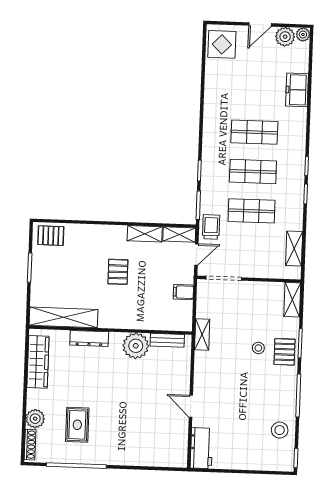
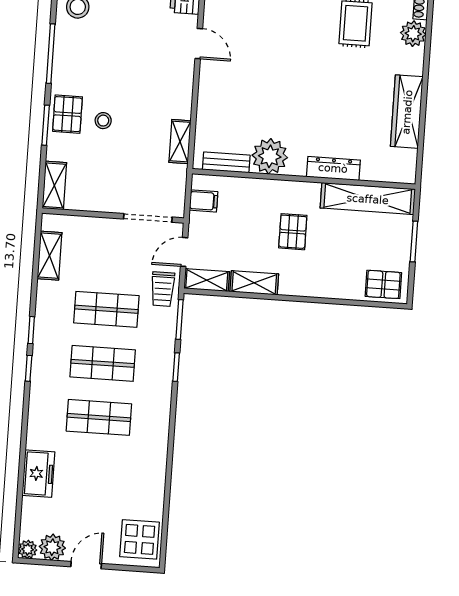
shelving: (64, 317) -> (368, 199), moved
wall: (110, 330) -> (304, 179), moved
dresser: (89, 338) -> (333, 168), moved
bench: (167, 340) -> (226, 162), moved
plant: (136, 346) -> (270, 156), moved

